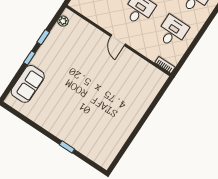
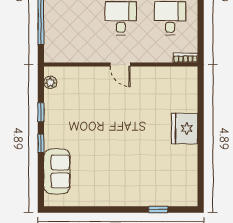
fridge: (133, 112) -> (185, 128), added
window: (67, 147) -> (158, 209), moved

